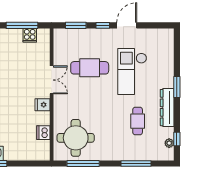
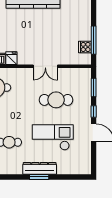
cafe table: (90, 68) -> (56, 100), turned 90
fridge: (42, 105) -> (11, 58), moved
dresser: (167, 108) -> (40, 168), moved

